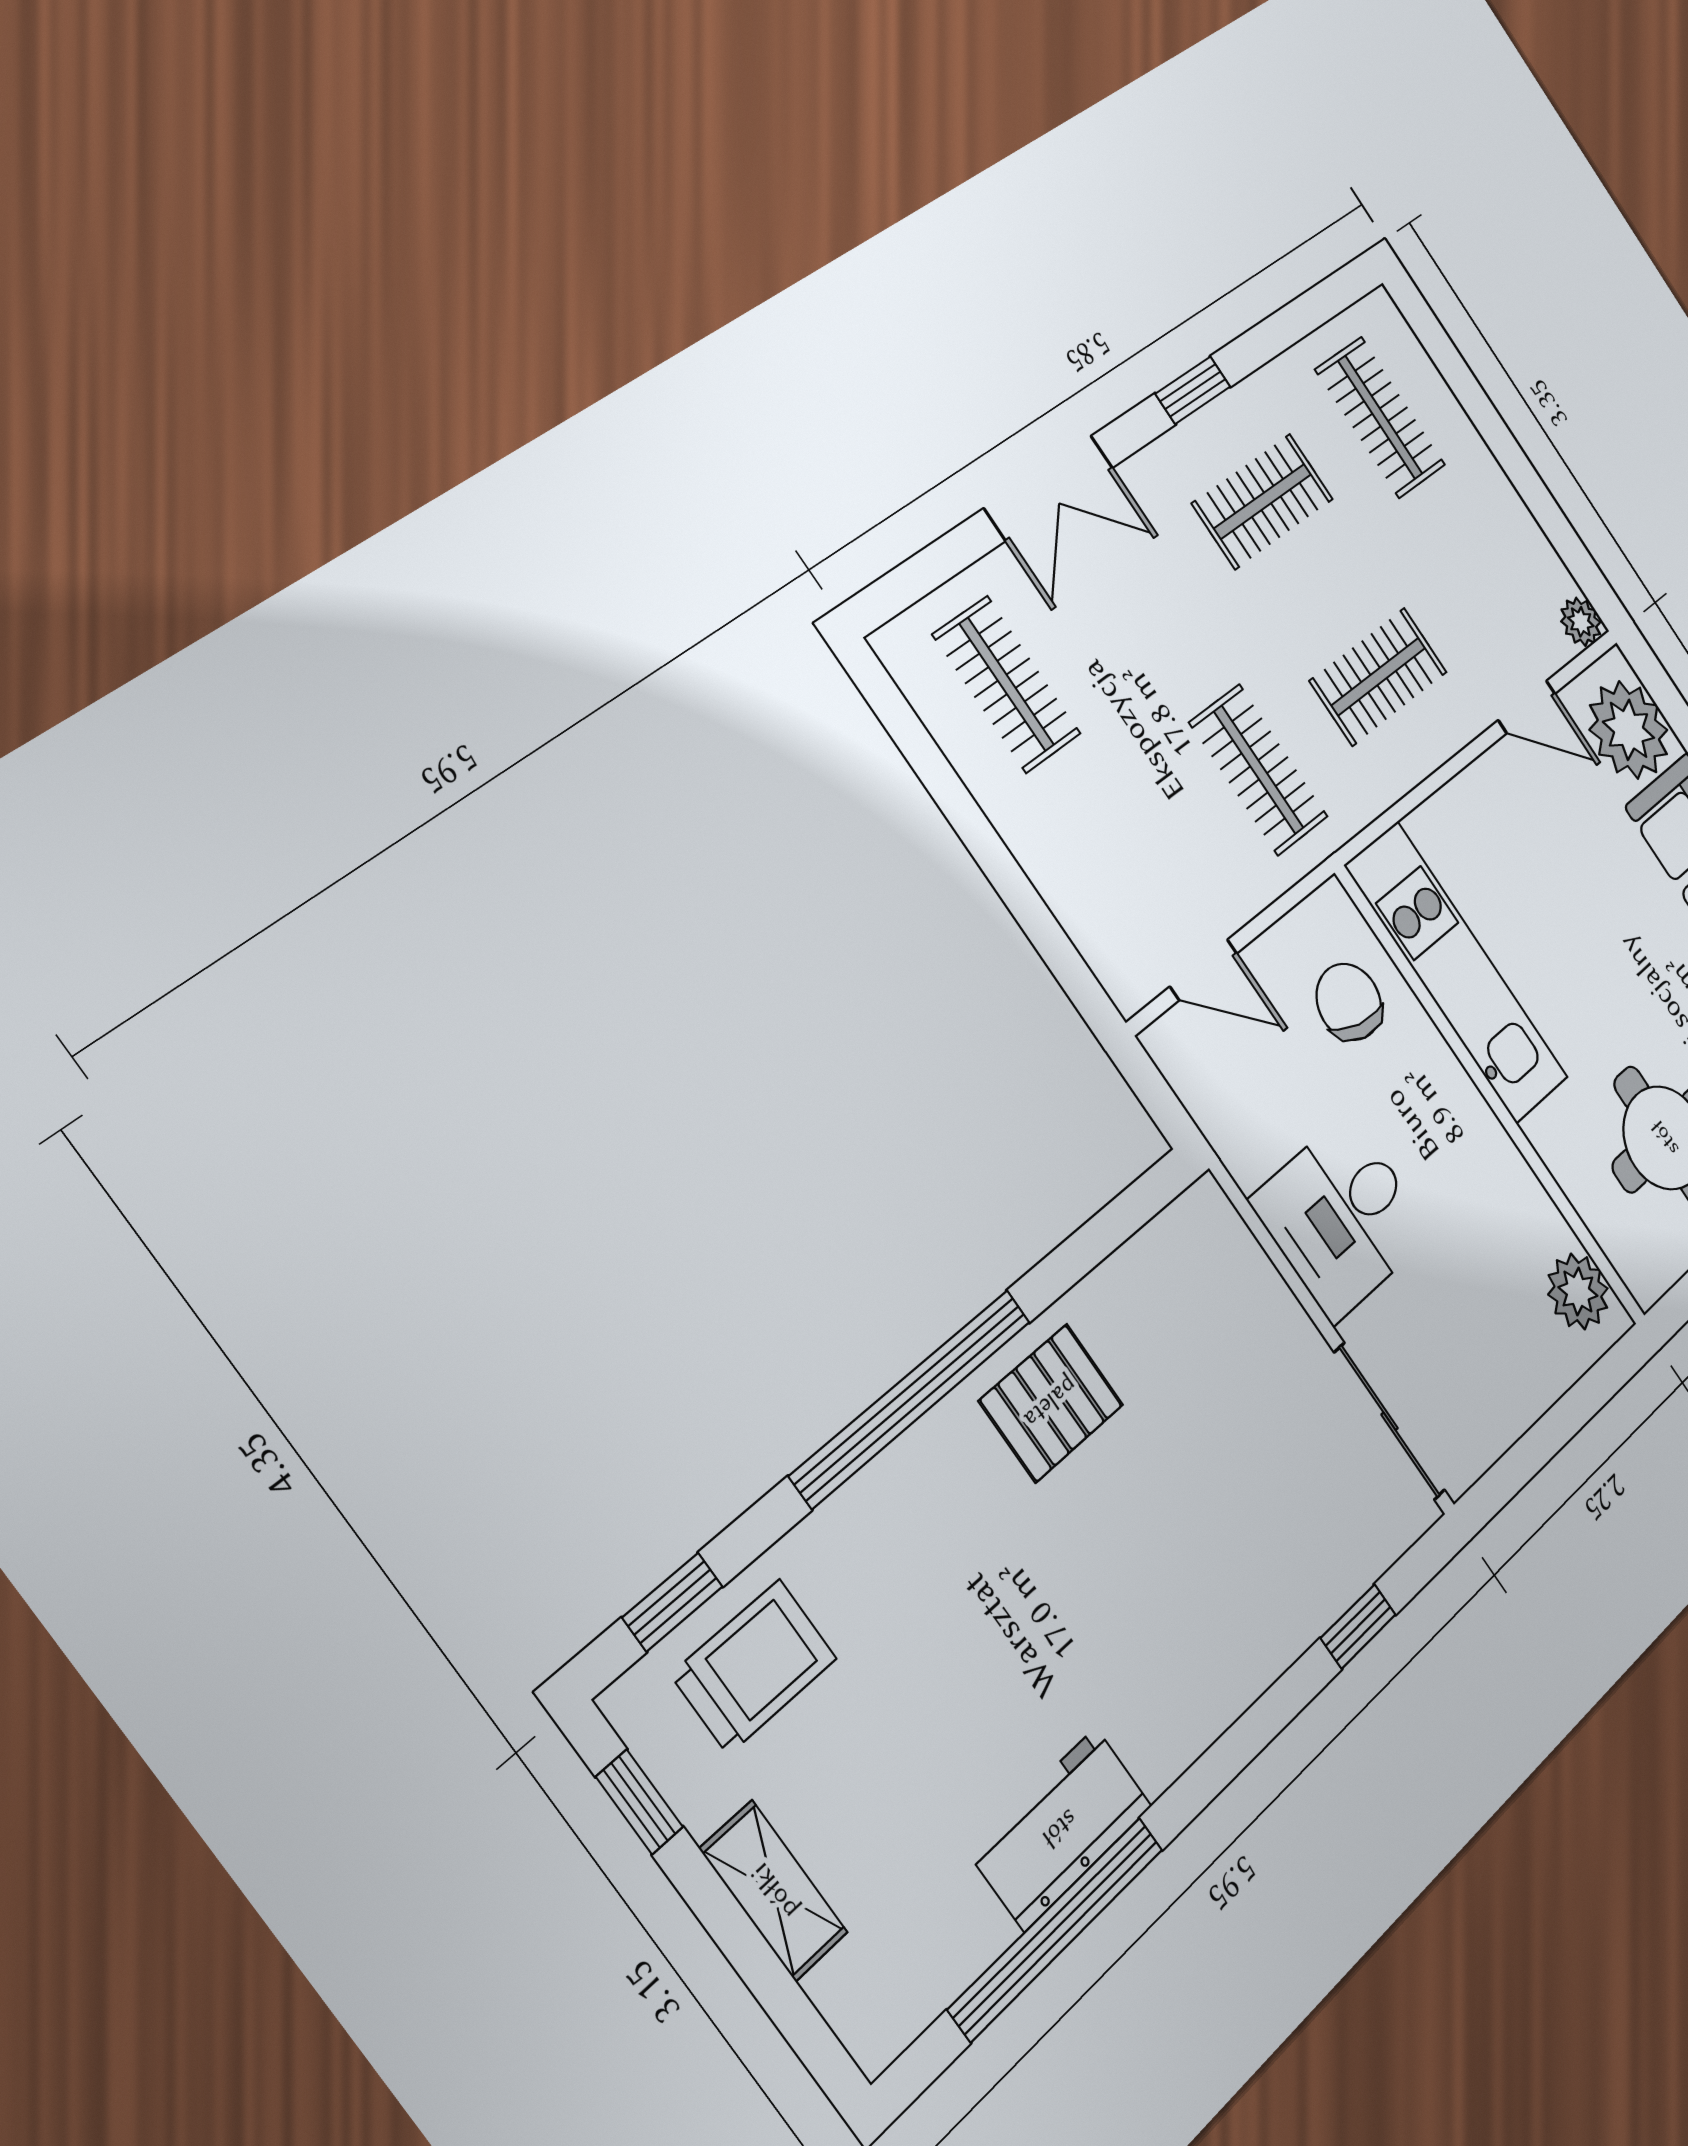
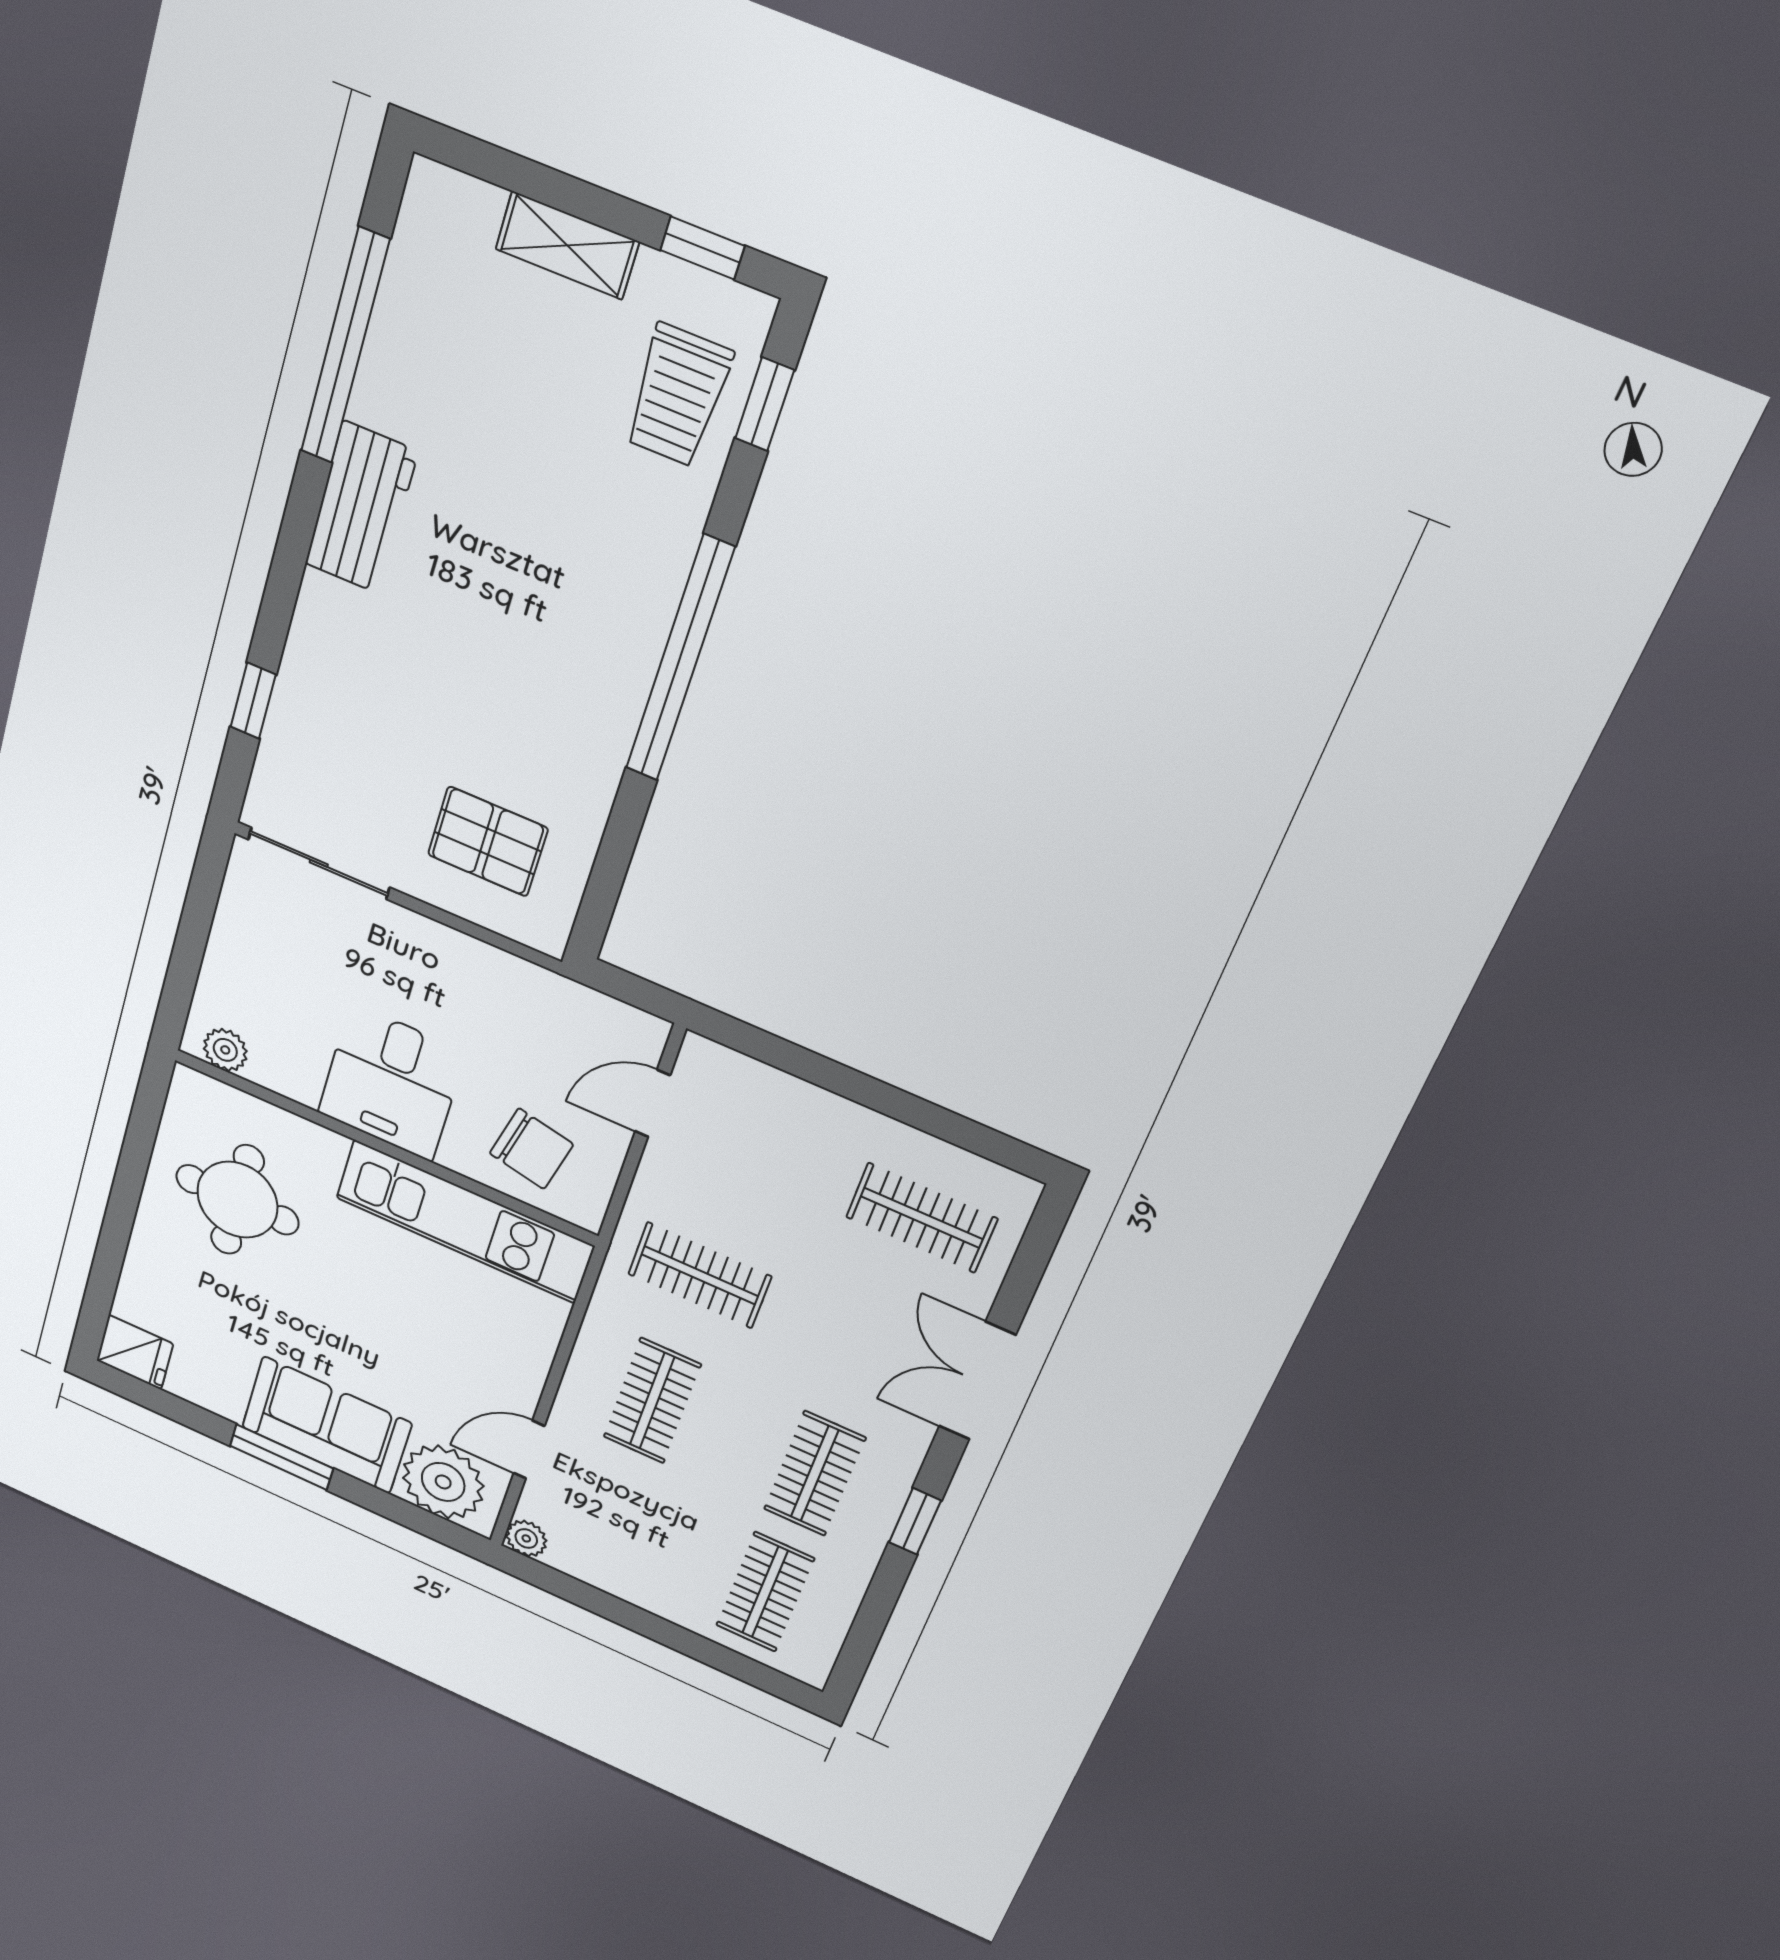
clothes rail: (1380, 417) -> (765, 1592), turned 90
desk: (1342, 1217) -> (391, 1082), moved, turned 180
plant: (1578, 1291) -> (225, 1050), width x0.73, depth x0.73
pallet: (1051, 1403) -> (488, 842), moved, turned 90
workbench: (1060, 1829) -> (361, 508), moved

